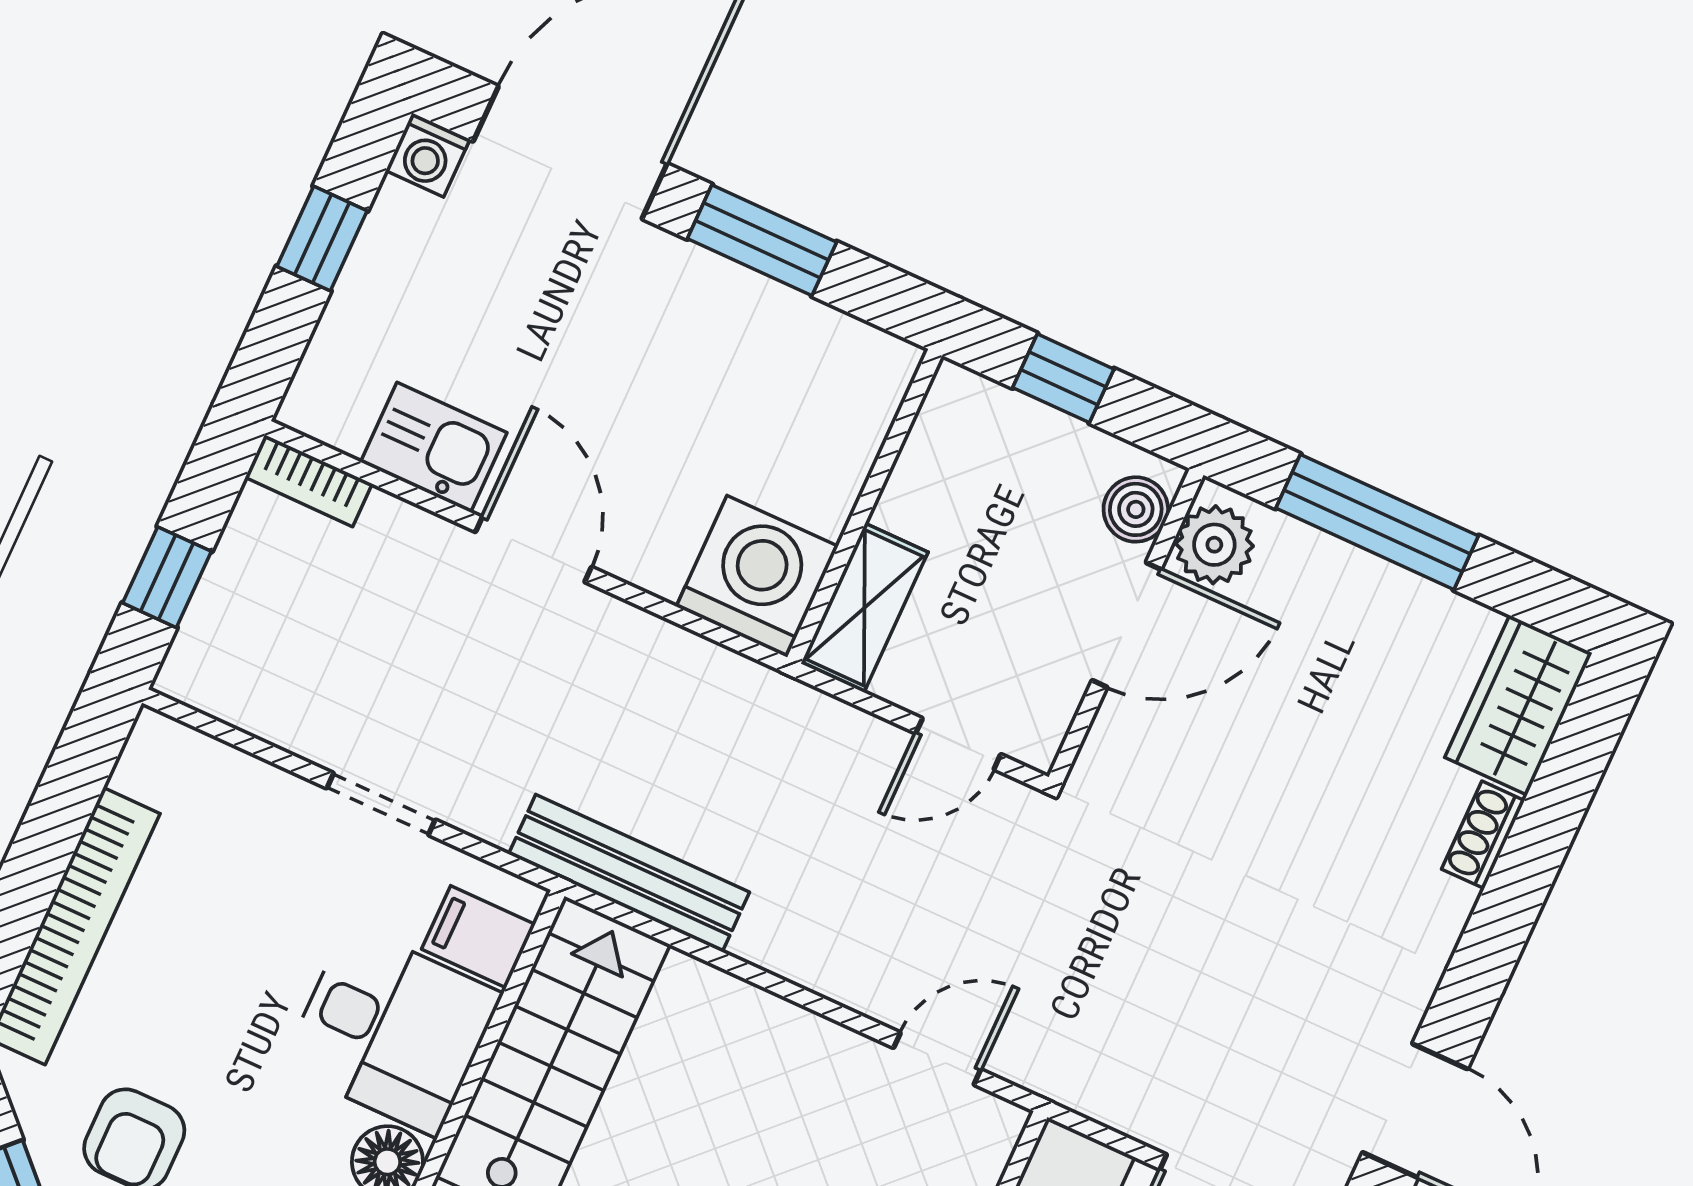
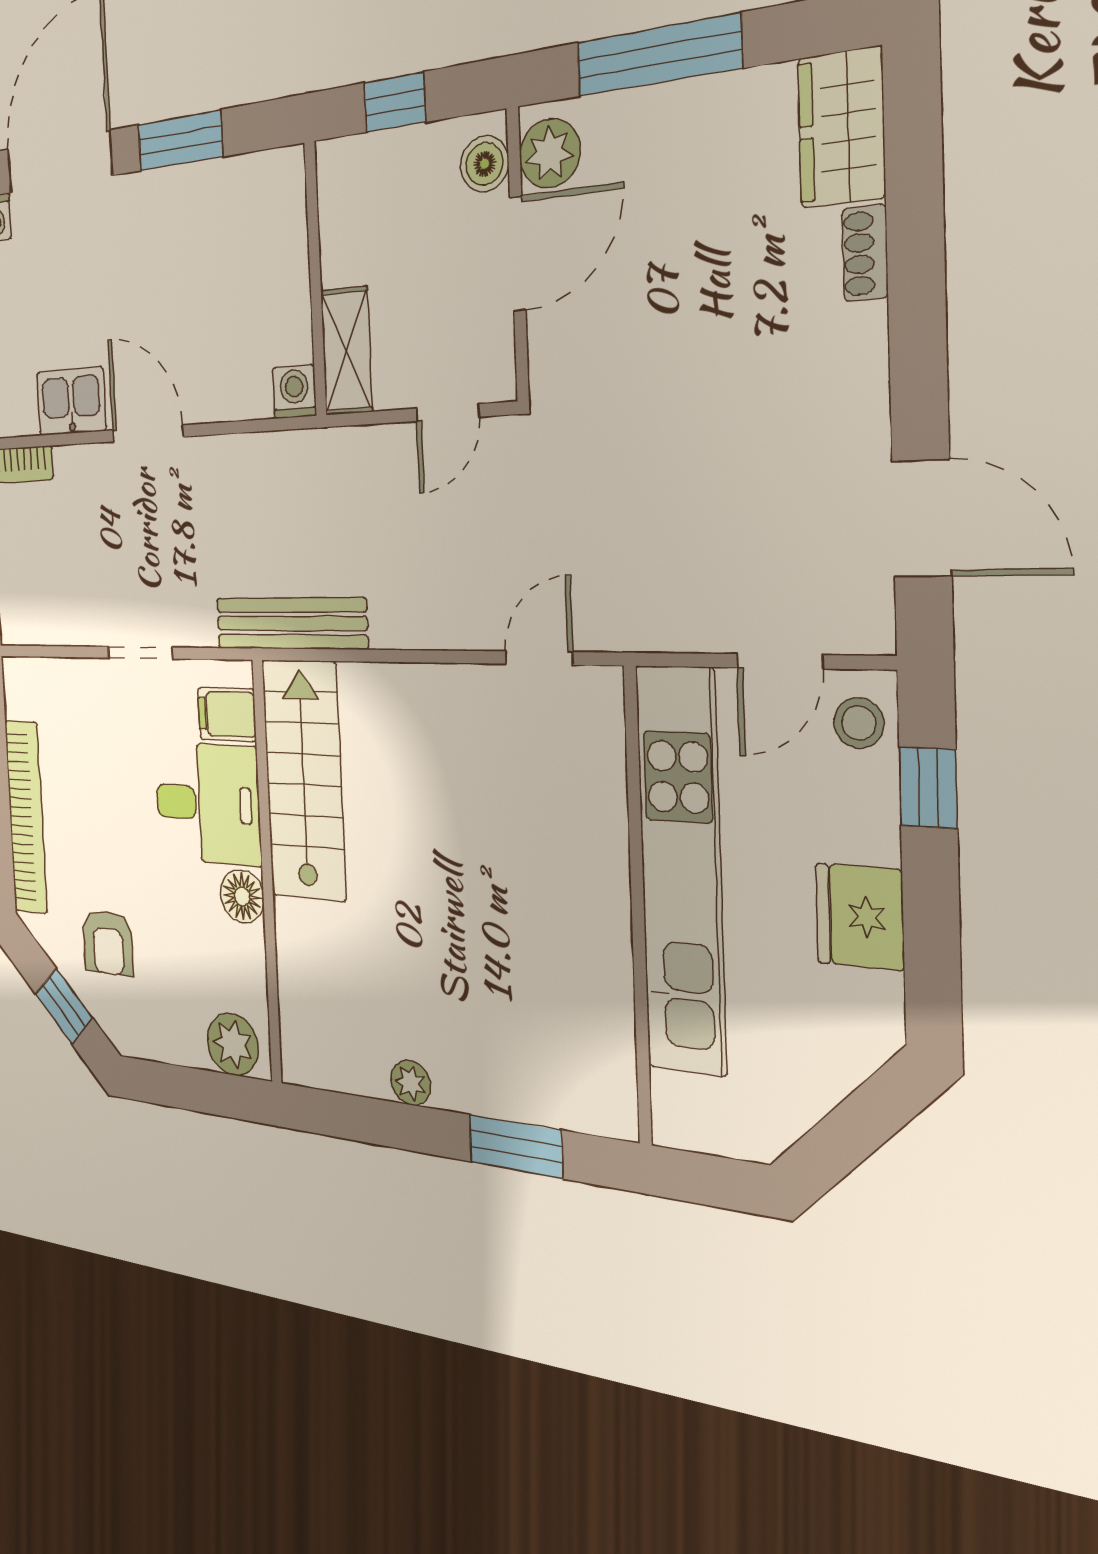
washing machine: (757, 576) -> (294, 392), width x0.53, depth x0.53

